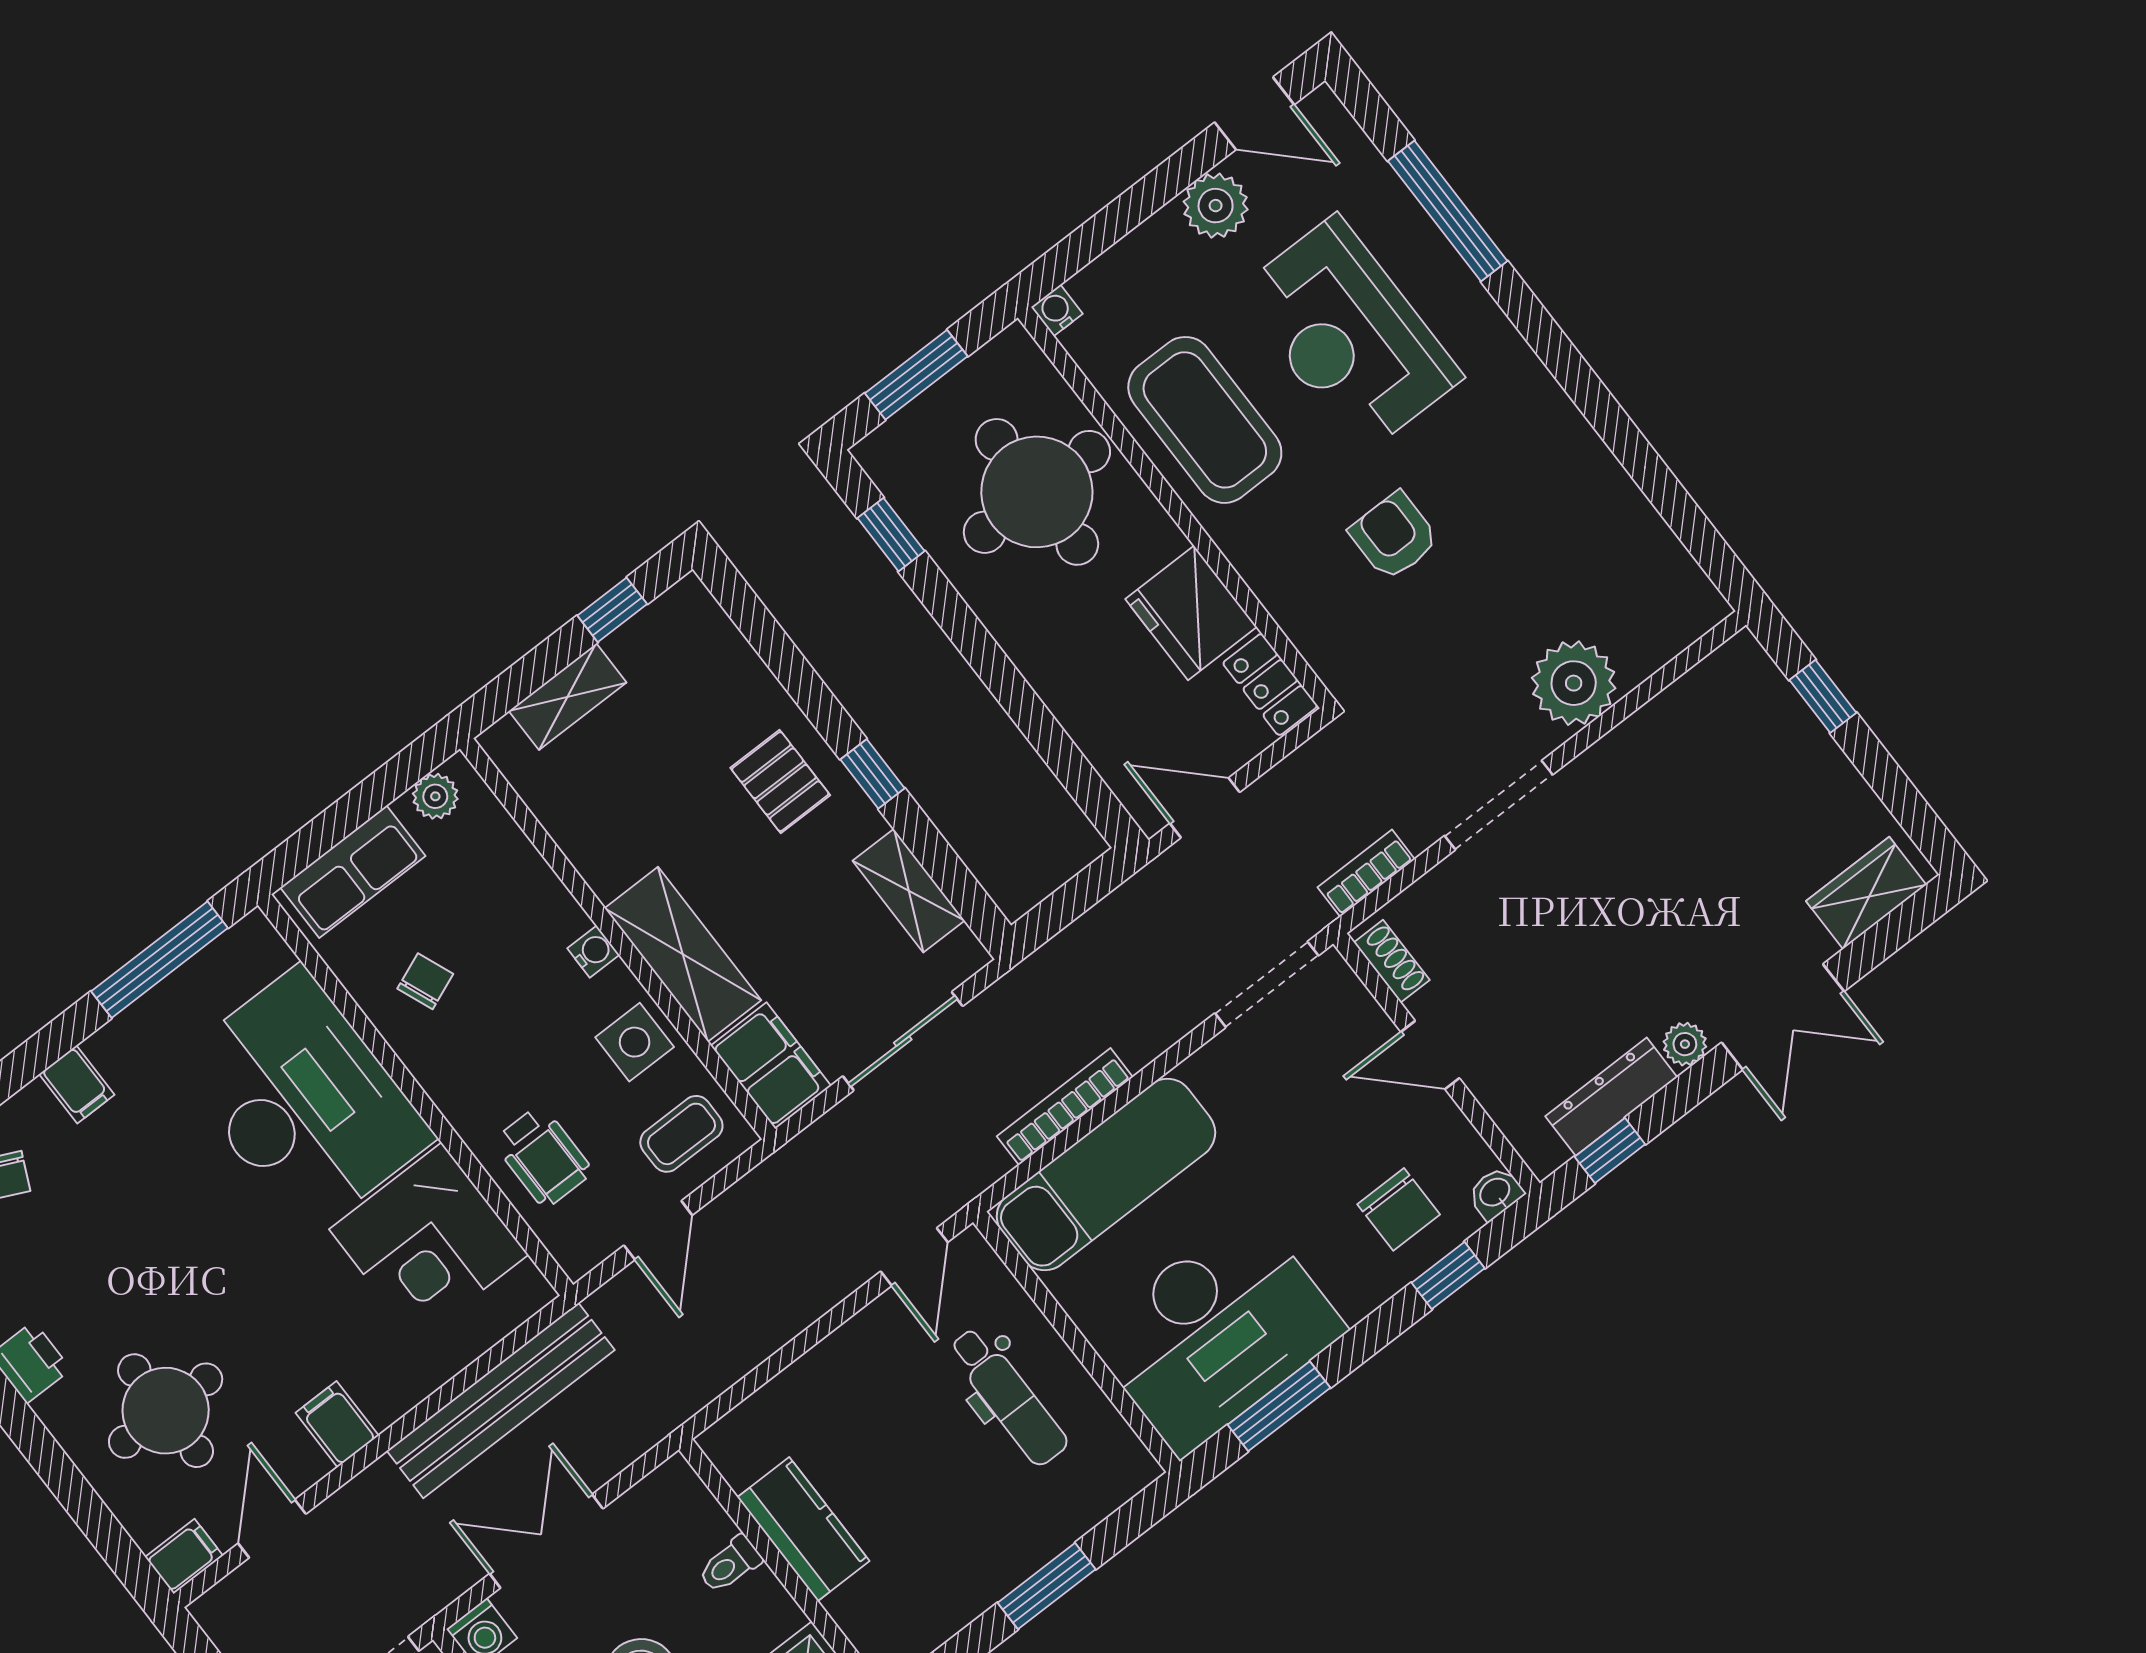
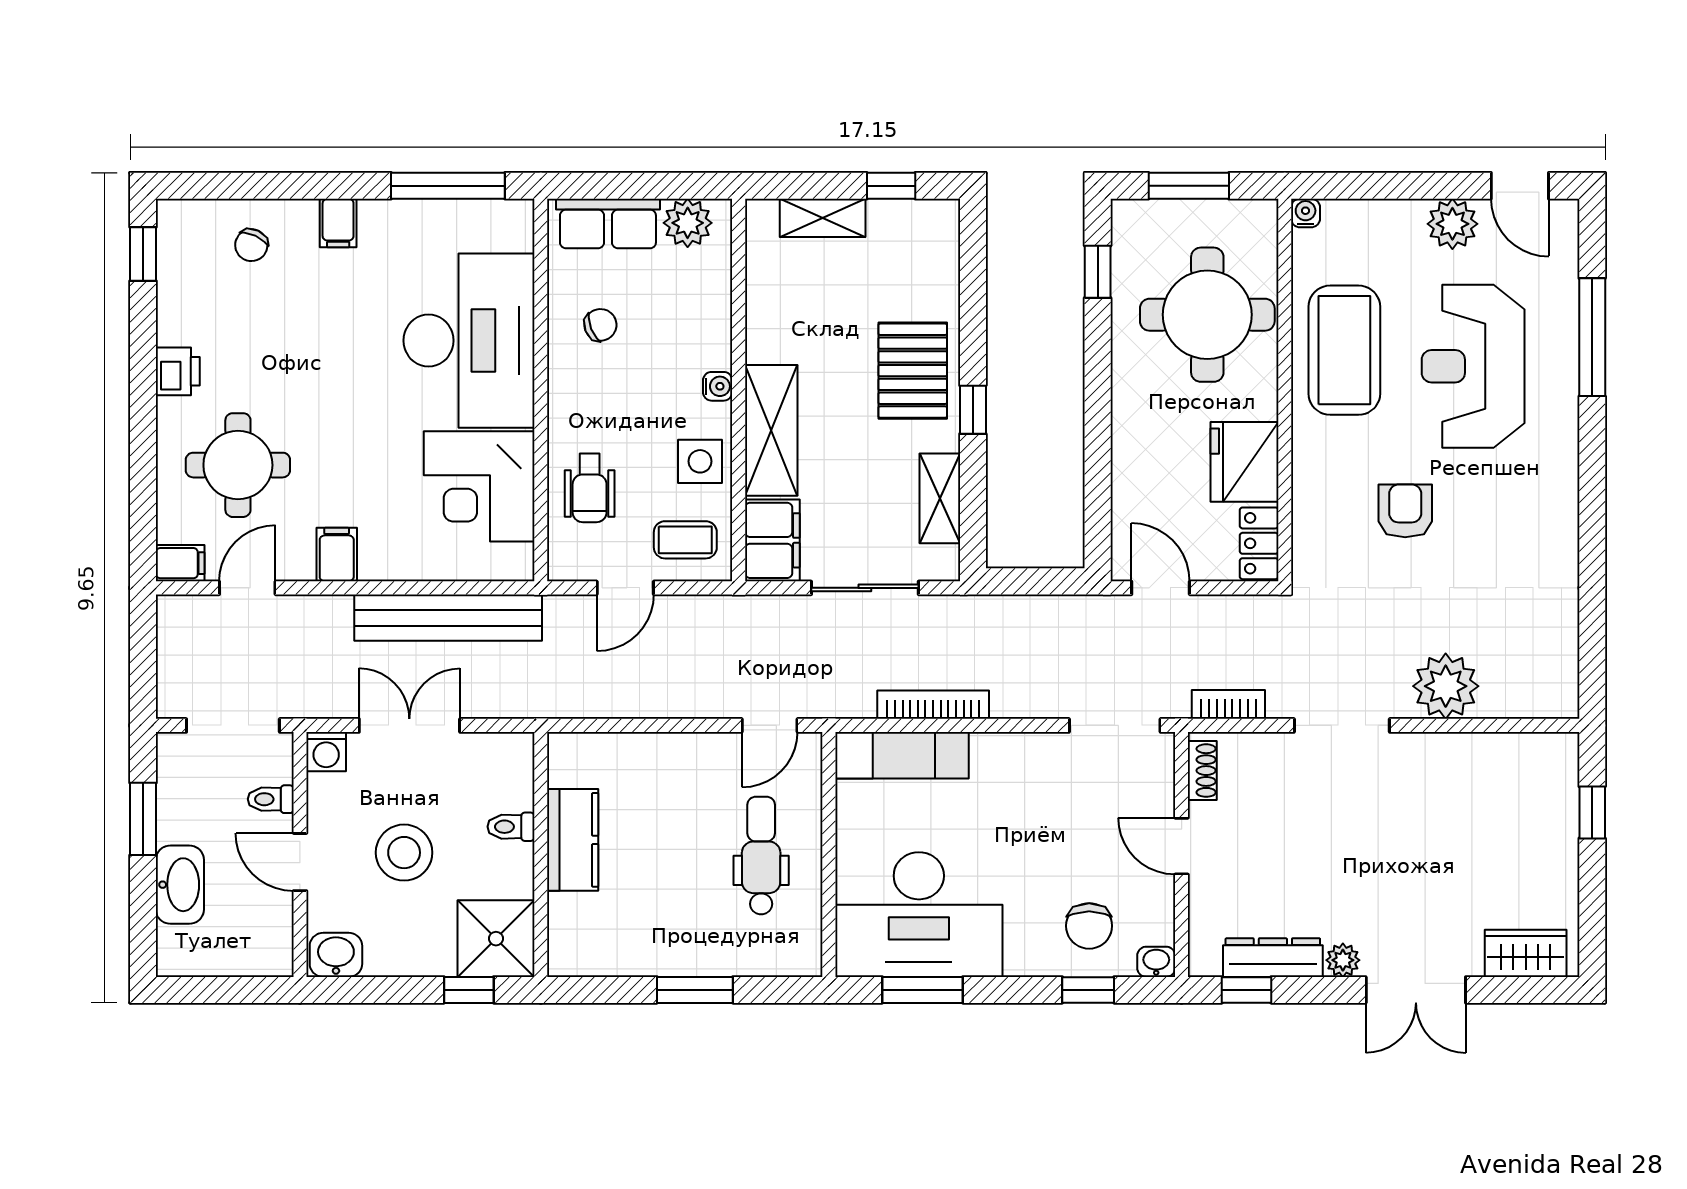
pallet: (780, 782) -> (913, 371), width x1.50, depth x1.42
plant: (435, 796) -> (688, 223), width x1.38, depth x1.38
exam couch: (1106, 1175) -> (902, 755), width x0.73, depth x0.69
dental chair: (1008, 1396) -> (761, 856), turned 180

